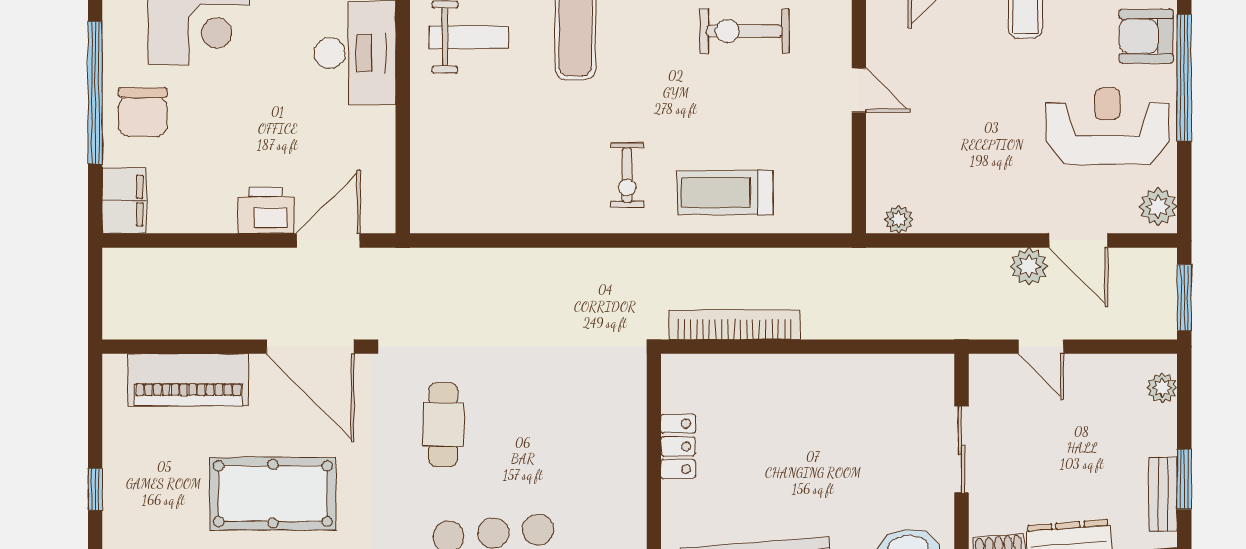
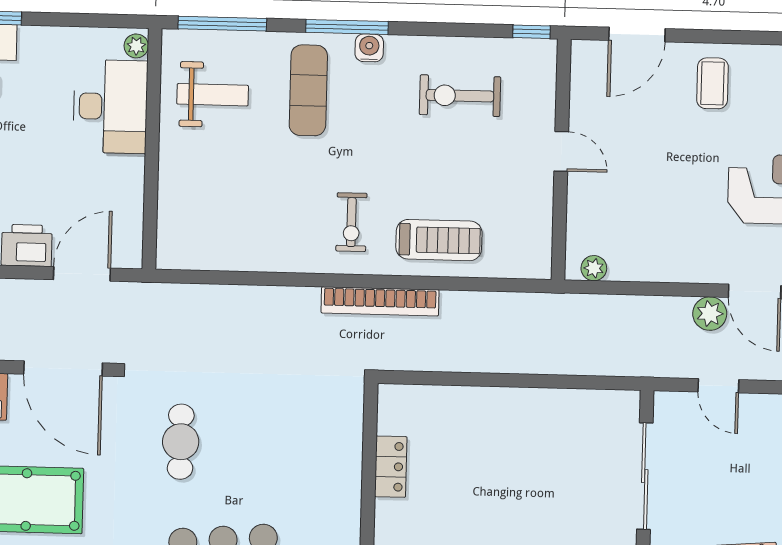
treadmill: (725, 192) -> (439, 240), turned 180
bookcase: (734, 325) -> (380, 301), moved, turned 180
sliding door: (961, 450) -> (645, 476), width x1.37

